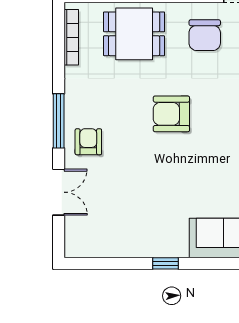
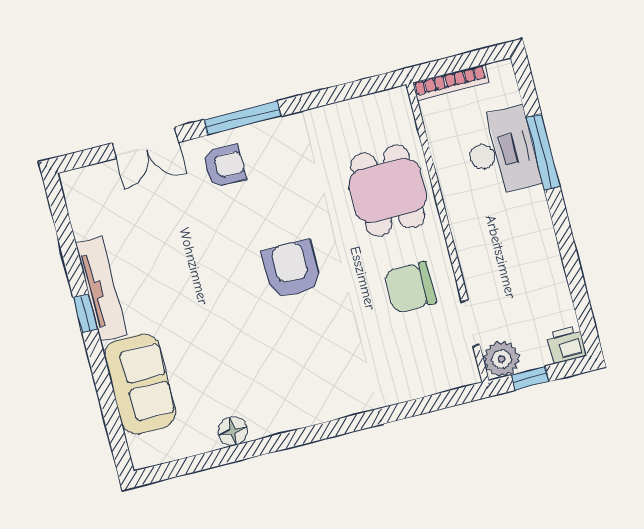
bookcase: (71, 37) -> (361, 106), removed
tv unit: (152, 248) -> (101, 289), added

